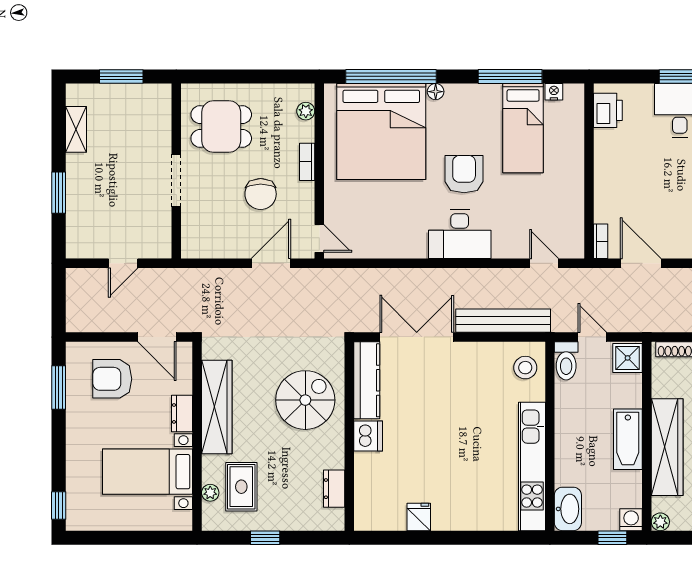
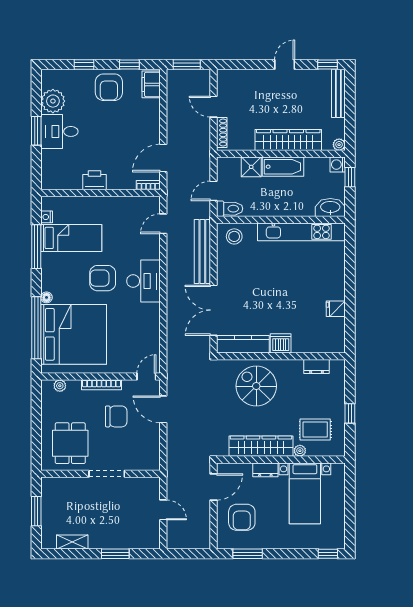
printer: (608, 110) -> (94, 180), moved
bookcase: (307, 162) -> (101, 385), width x1.56
shower: (628, 358) -> (251, 167), moved
plant: (210, 493) -> (300, 451), moved

